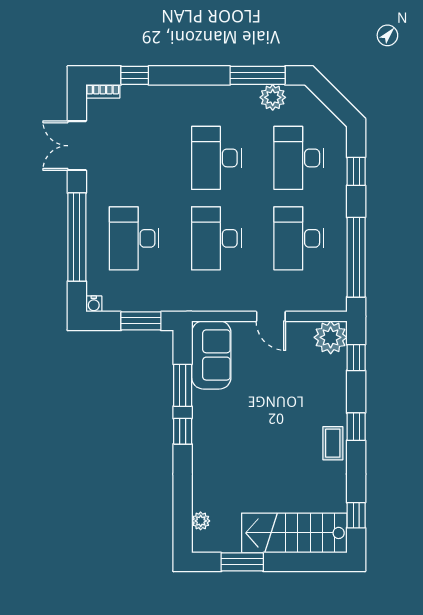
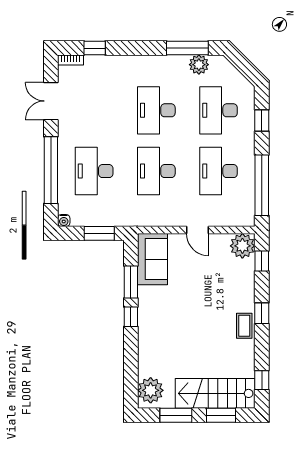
plant: (201, 521) -> (151, 390), width x1.88, depth x1.88
window: (302, 562) -> (221, 415), added

